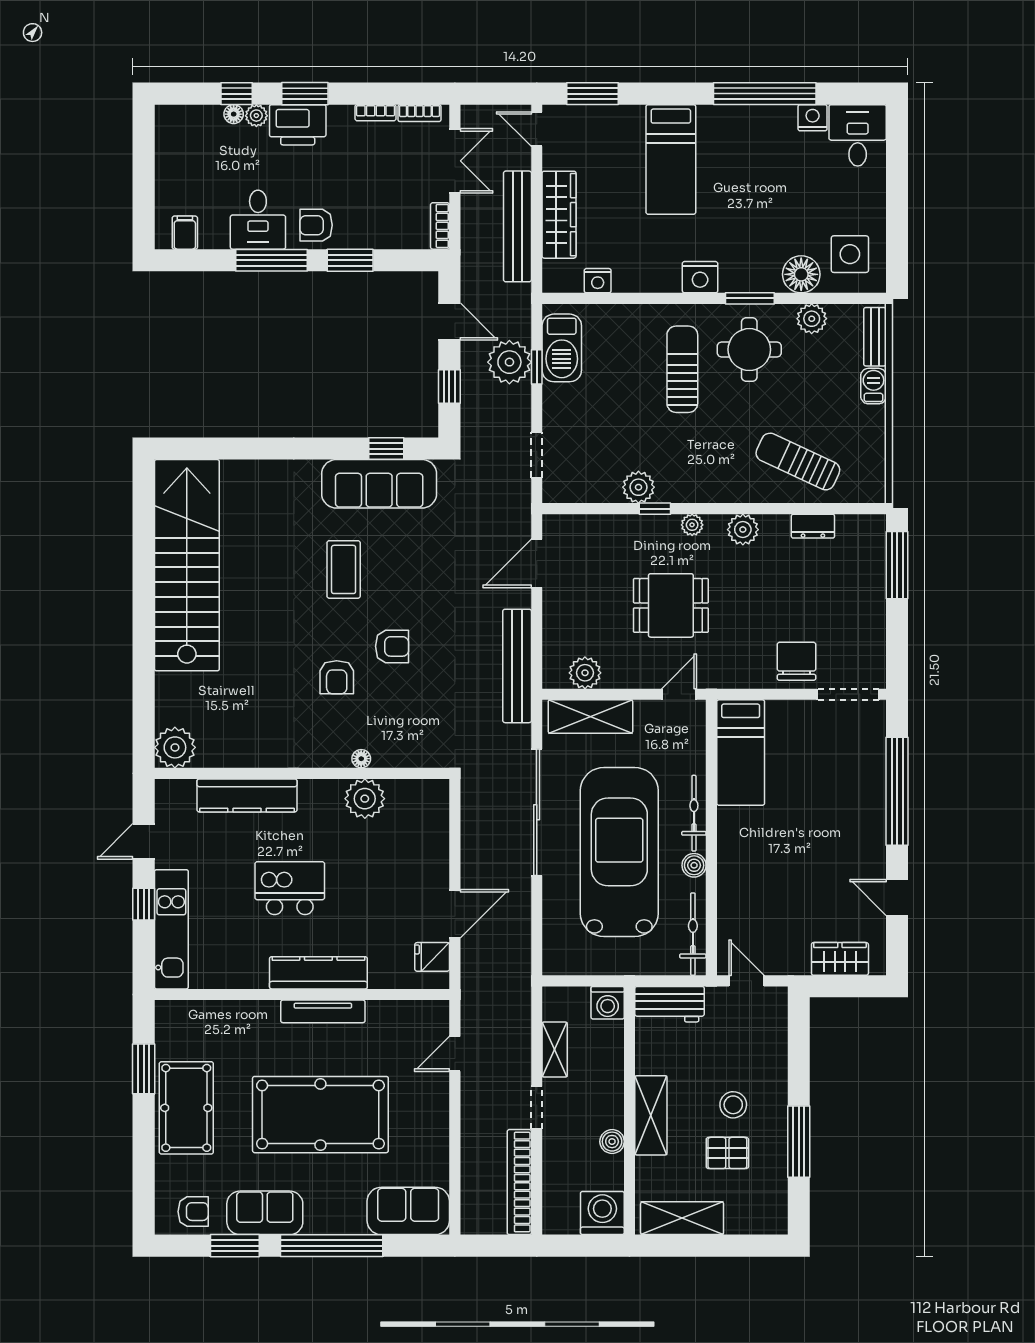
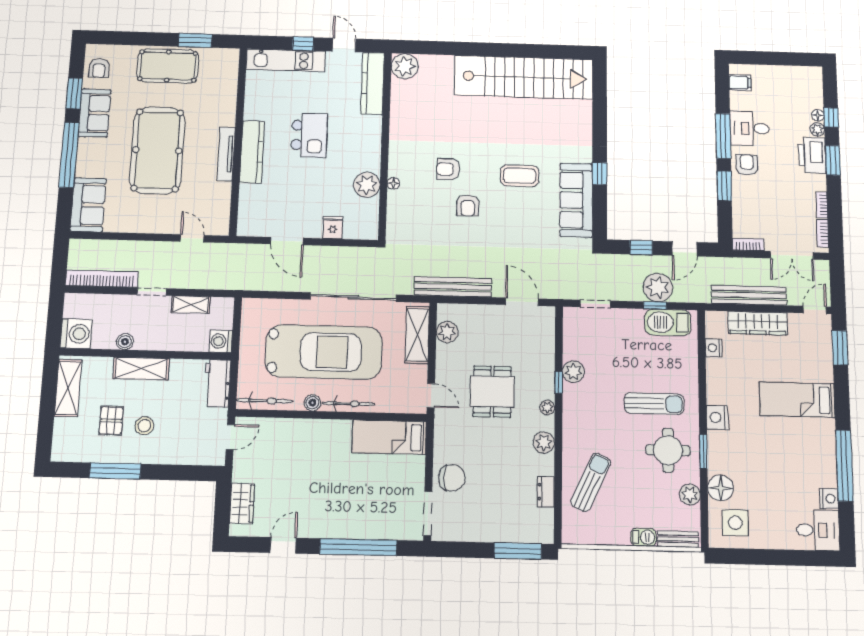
window: (386, 449) -> (600, 174), moved
kitchen counter: (247, 795) -> (373, 83), moved
fridge: (432, 957) -> (333, 228), moved

